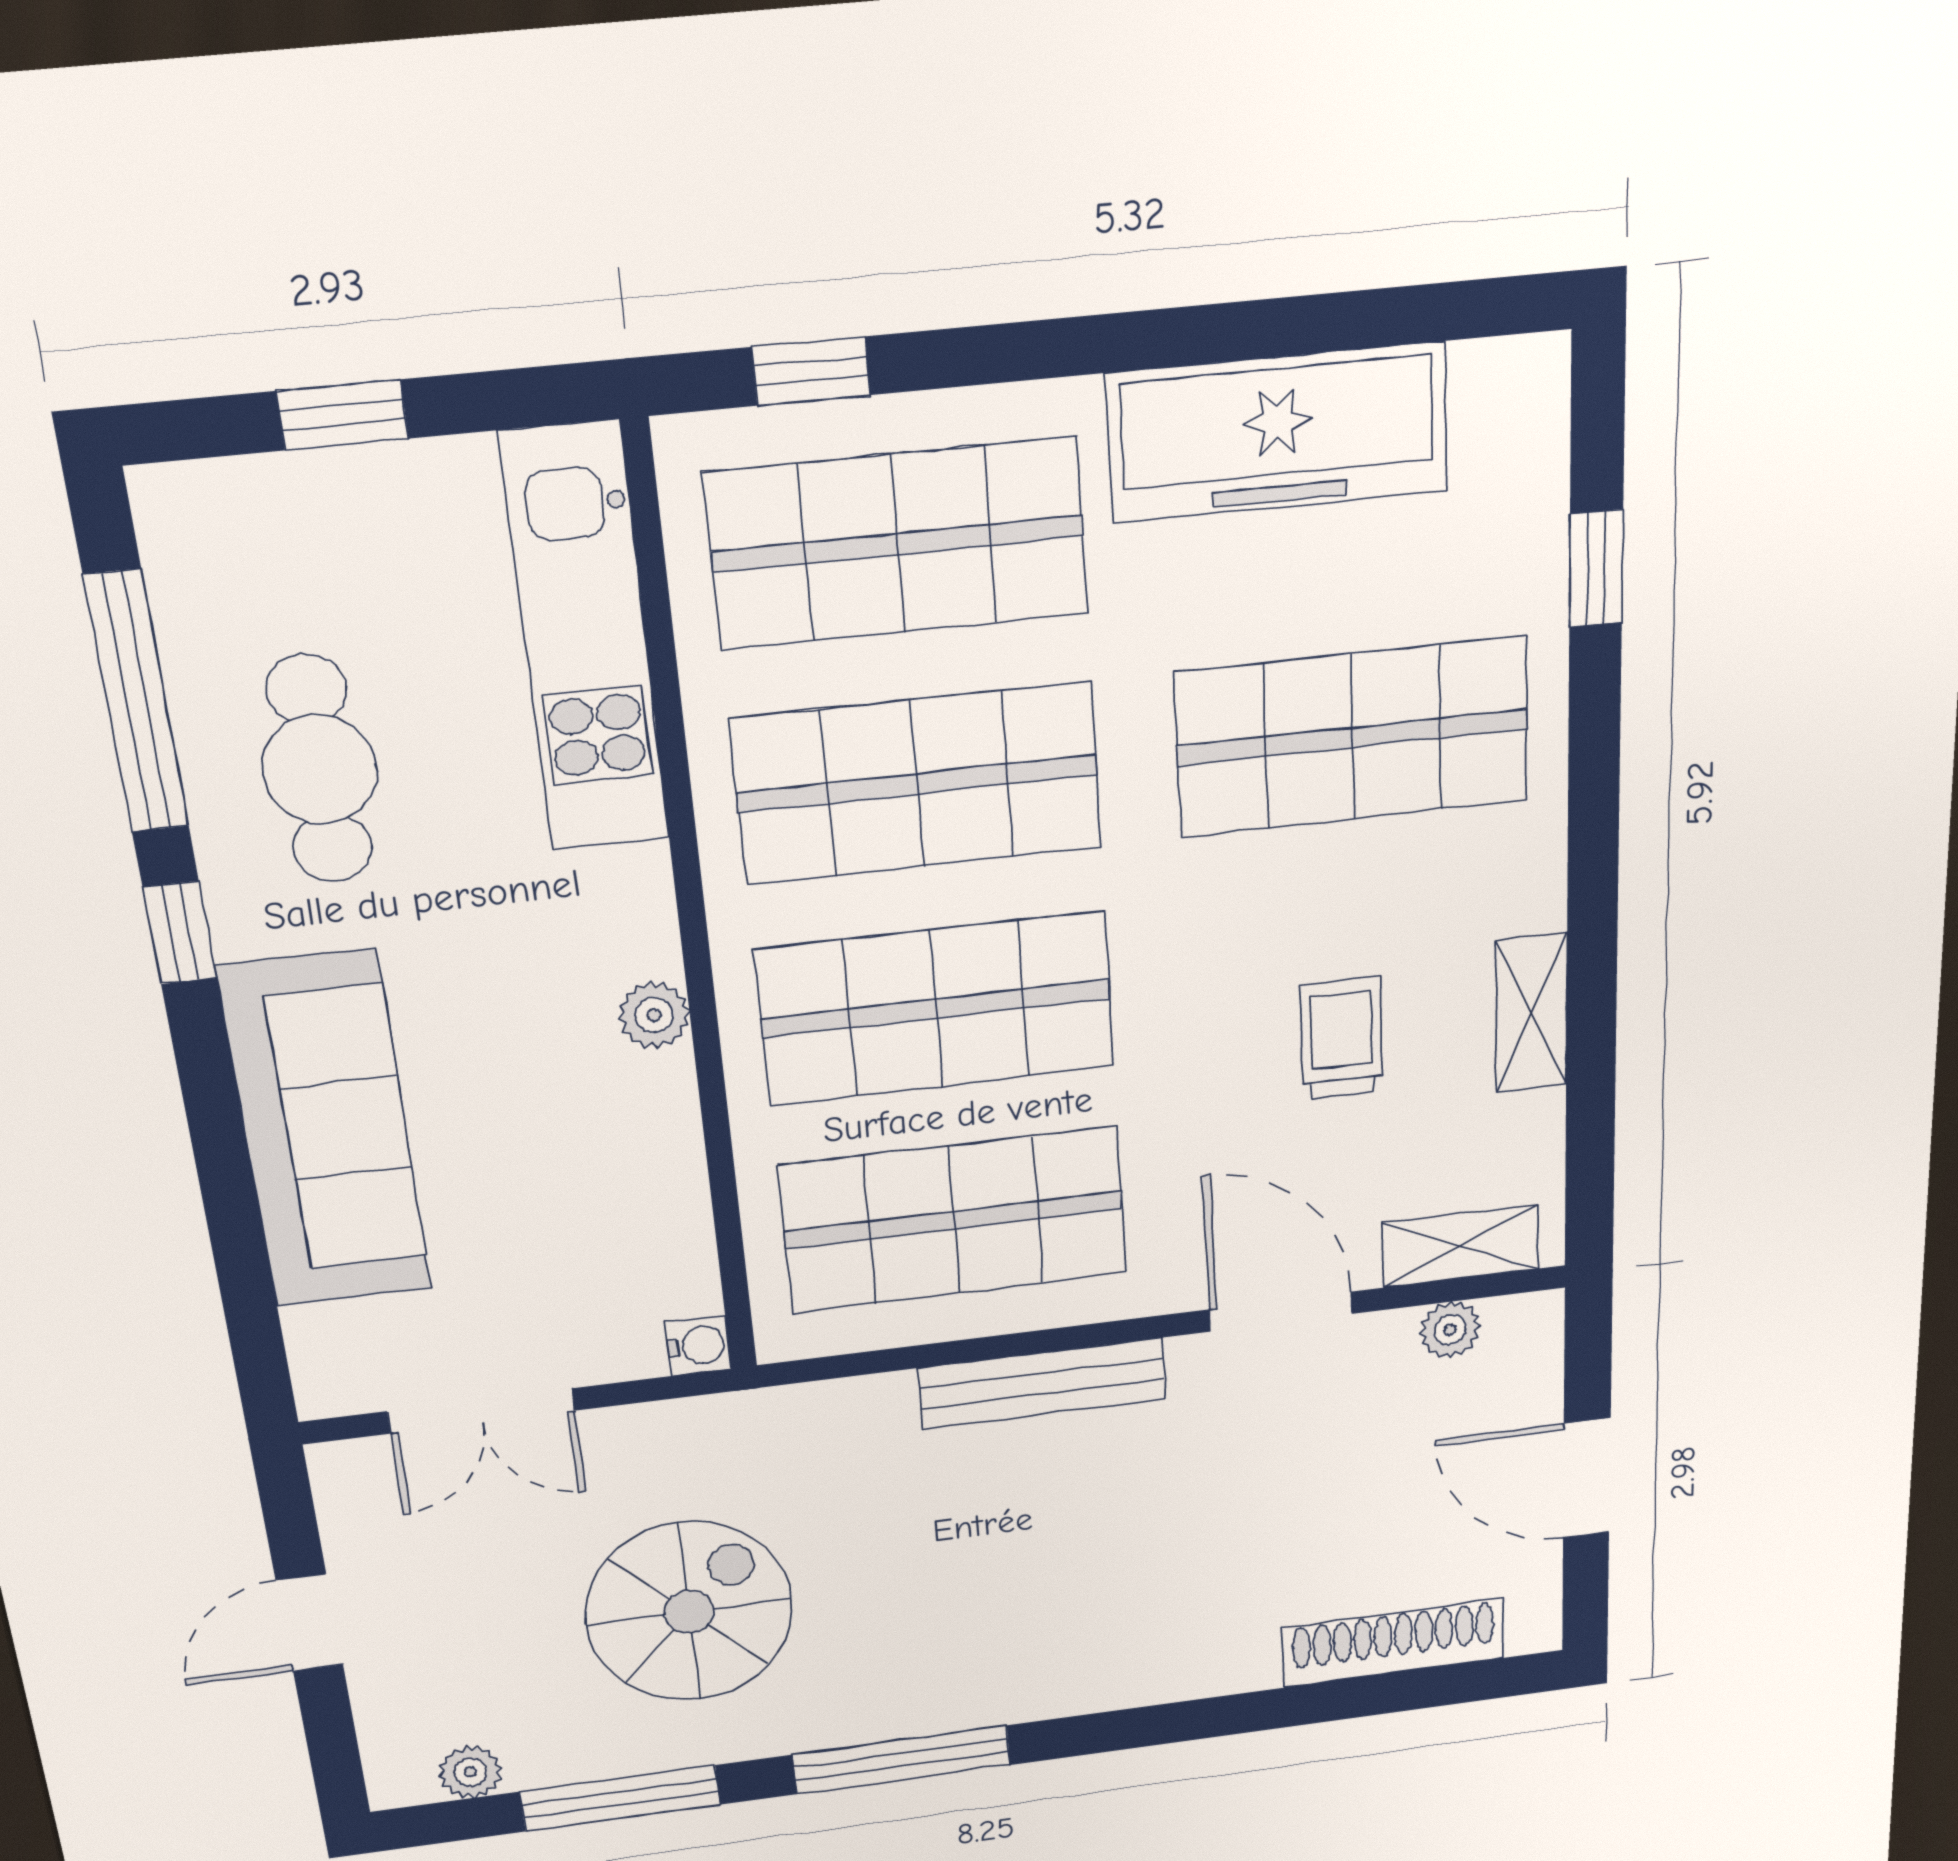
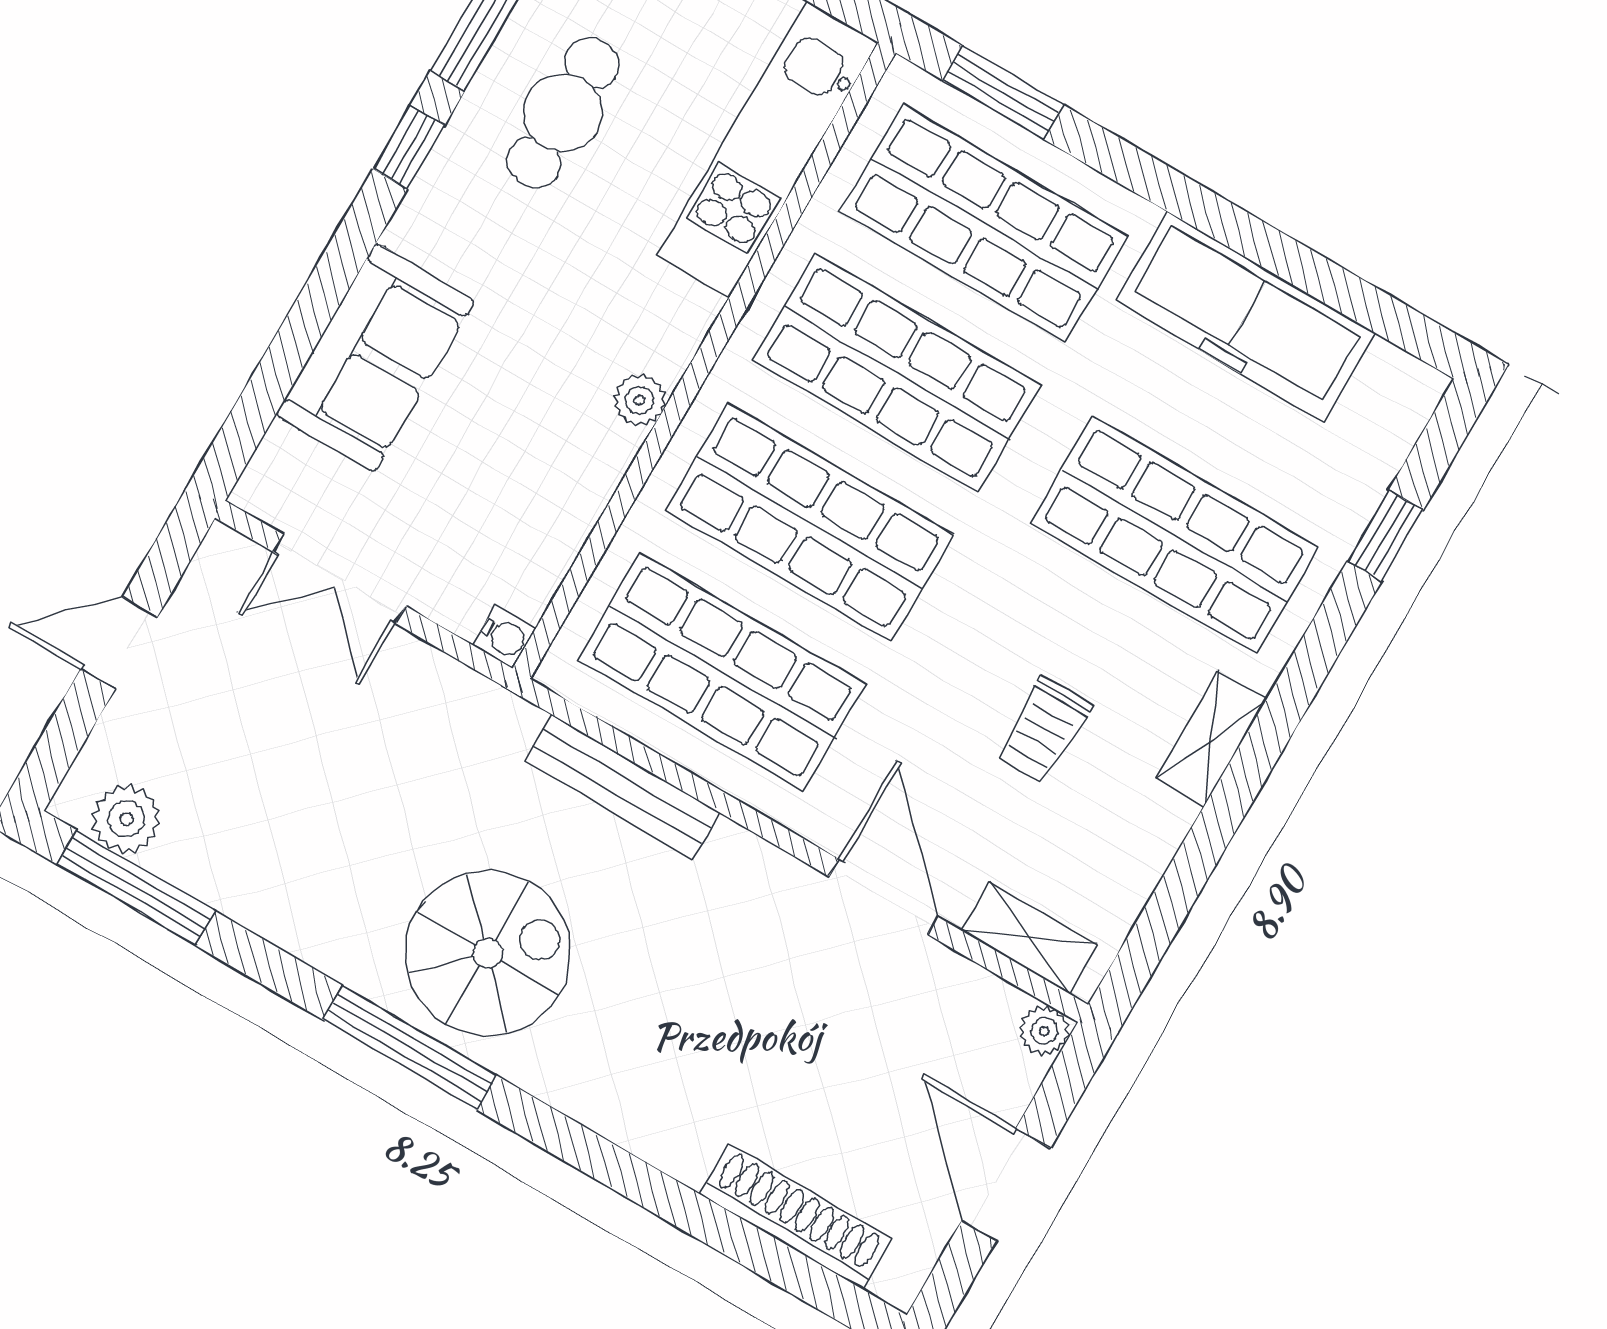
window: (811, 371) -> (1003, 93), width x1.50
shelving: (1531, 1013) -> (1211, 739), moved
trolley: (1341, 1038) -> (1044, 730), turned 180
sofa: (326, 1130) -> (375, 358), width x0.73
plant: (1450, 1330) -> (1044, 1031), moved
bench: (1043, 1384) -> (622, 787), moved
spiral stairs: (689, 1612) -> (488, 953), moved
plant: (470, 1772) -> (126, 819), width x1.38, depth x1.38
window: (620, 1798) -> (136, 887), moved

